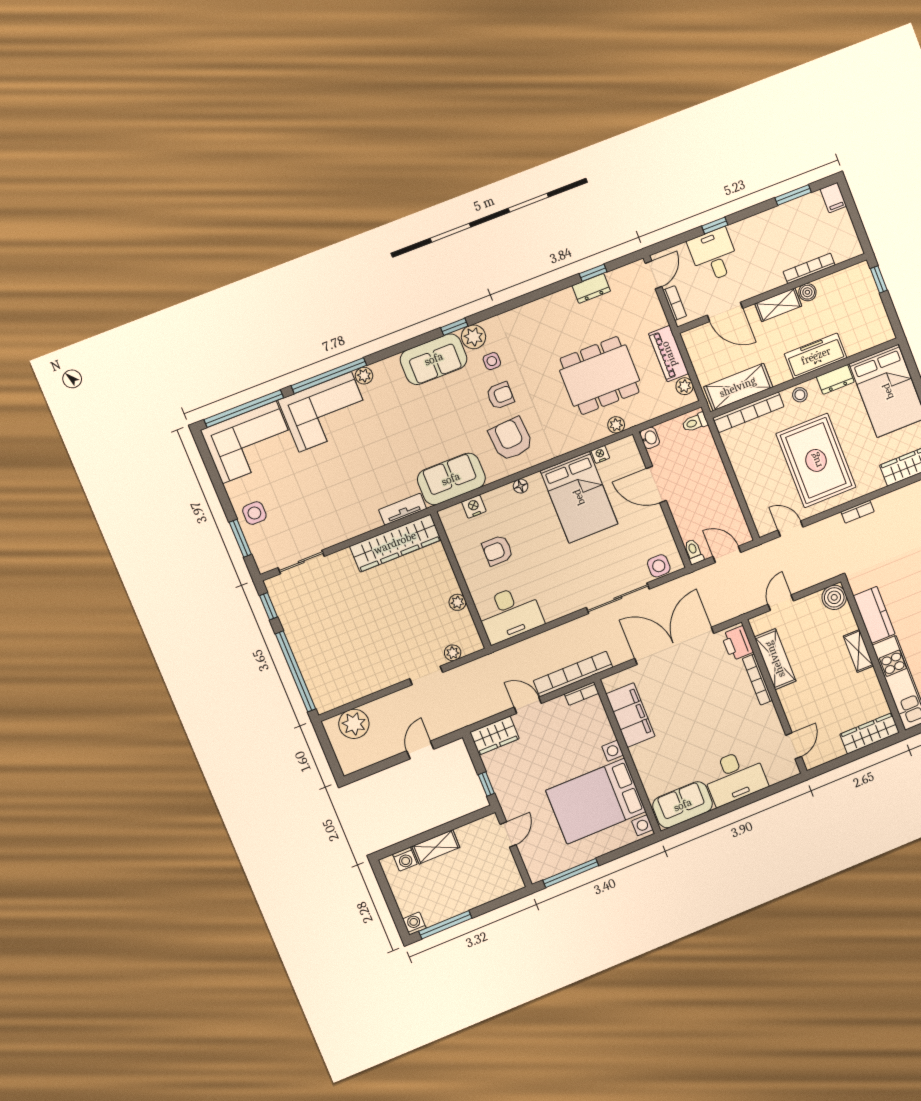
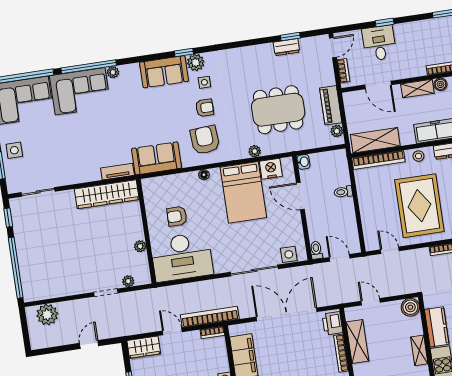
toilet: (695, 422) -> (343, 192), moved
plant: (616, 425) -> (255, 151), moved
nightstand: (600, 454) -> (271, 169), width x1.89, depth x1.79
nightstand: (474, 507) -> (168, 181), removed
door: (781, 603) -> (371, 302), hinge flipped
desk: (510, 614) -> (182, 257), width x1.36, depth x1.30

